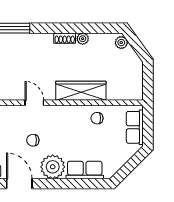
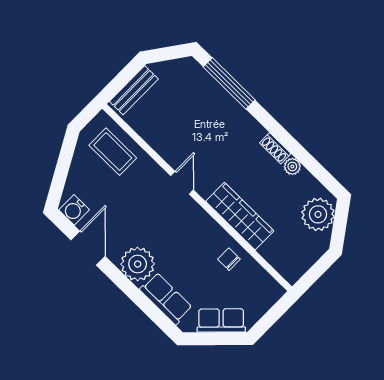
plant: (121, 43) -> (318, 214), width x1.88, depth x1.88
row of seats: (135, 127) -> (221, 320), moved, turned 45
chair: (33, 140) -> (144, 218), removed

